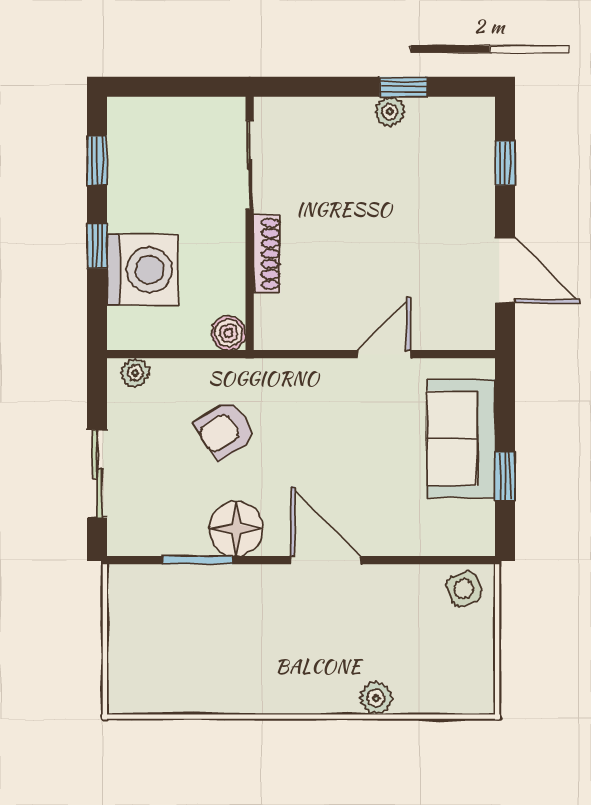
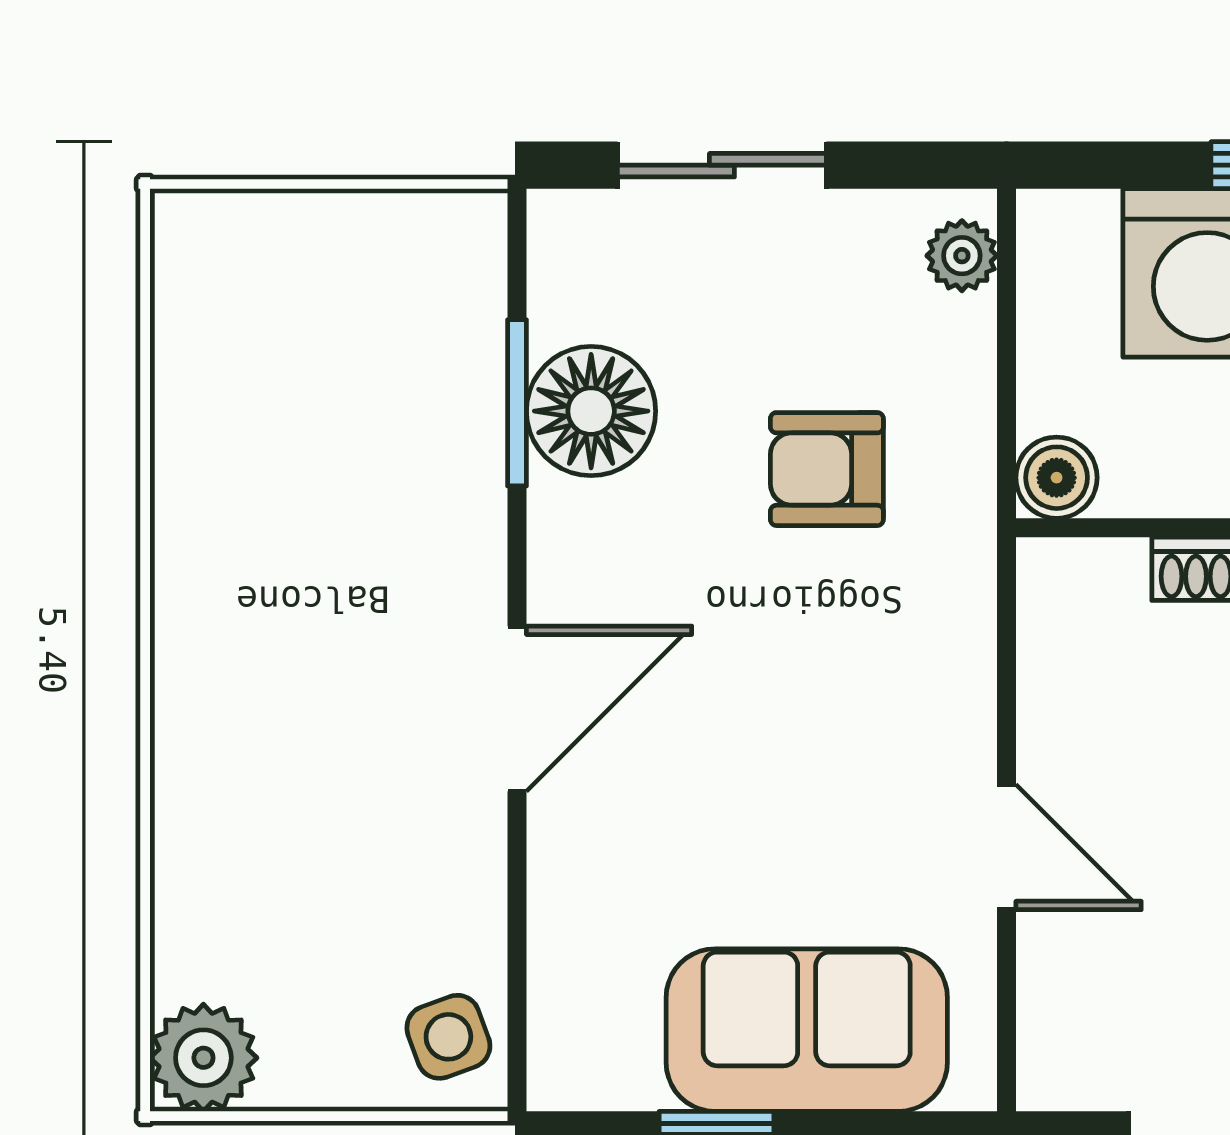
armchair: (225, 430) -> (827, 469), turned -57
floor lamp: (236, 529) -> (591, 411), moved
plant: (376, 698) -> (203, 1058), moved, width x1.38, depth x1.38

